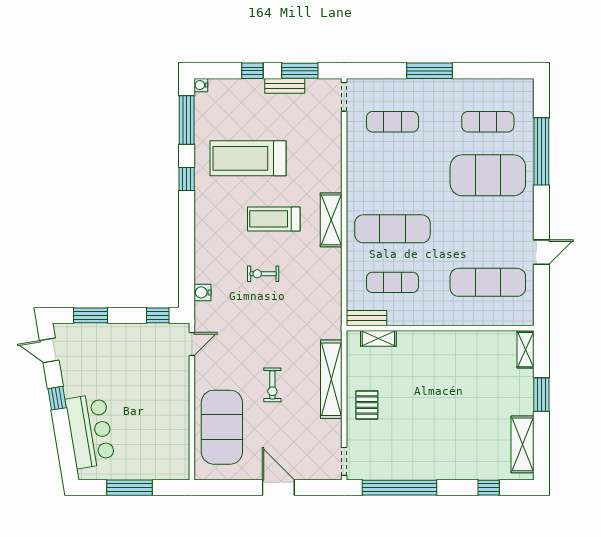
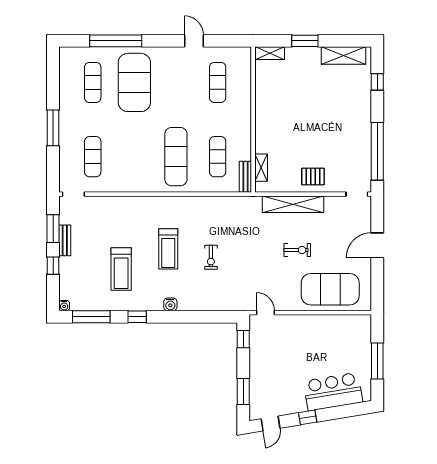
treadmill: (248, 158) -> (121, 269), width x0.73, depth x0.73
shelving: (331, 220) -> (169, 204), removed
exercise mat: (488, 282) -> (218, 82), width x0.73, depth x0.69
water cooler: (202, 292) -> (170, 304), moved

